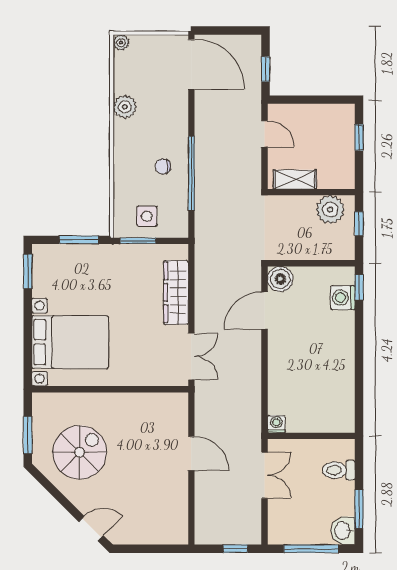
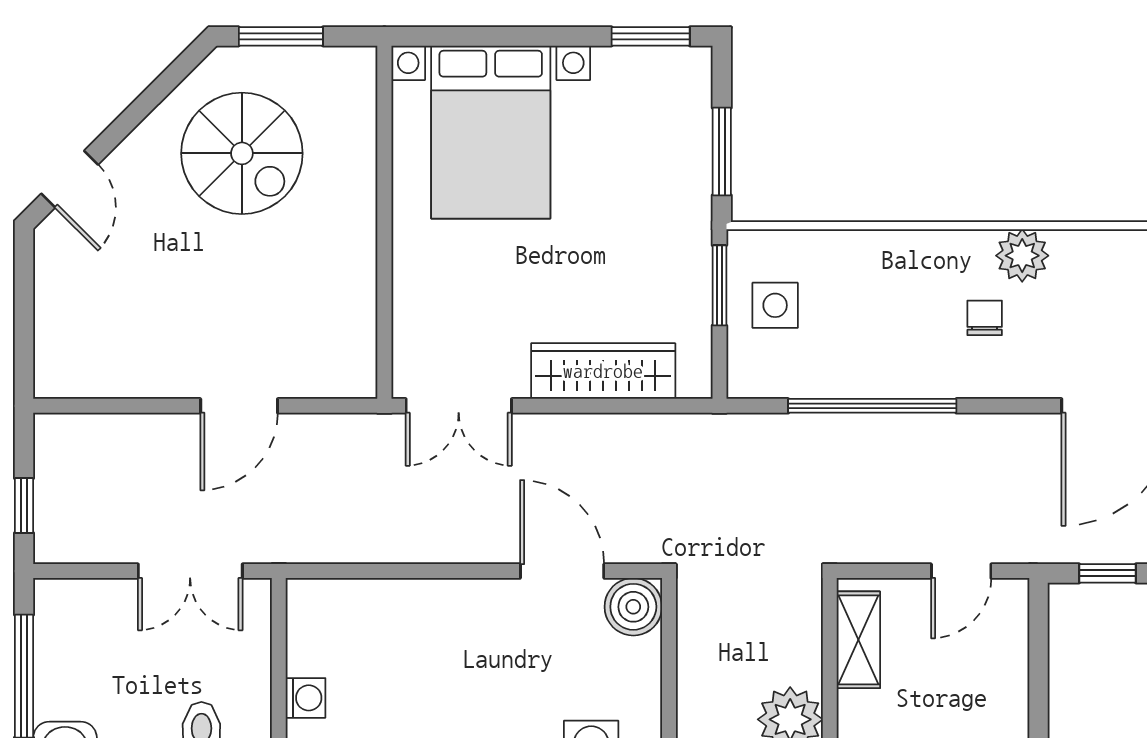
chair: (163, 166) -> (985, 318), moved
washing machine: (276, 424) -> (306, 698), moved

